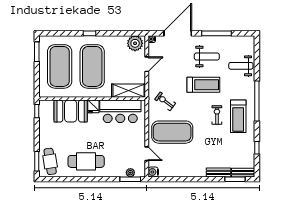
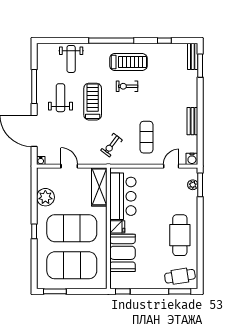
plant: (135, 43) -> (45, 197), moved
exercise mat: (172, 132) -> (146, 137), width x0.50, depth x0.69
bench: (219, 172) -> (192, 121), moved

